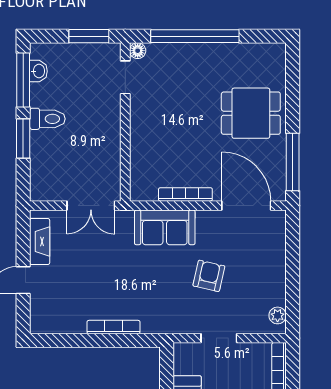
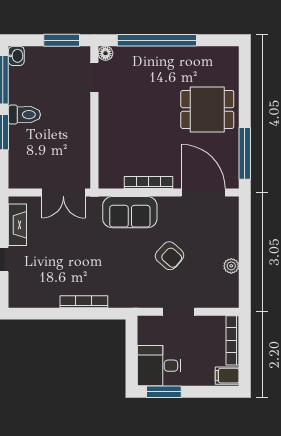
washbasin: (38, 71) -> (16, 56), moved
armchair: (209, 276) -> (170, 256), turned 119
plant: (278, 315) -> (231, 266), moved

